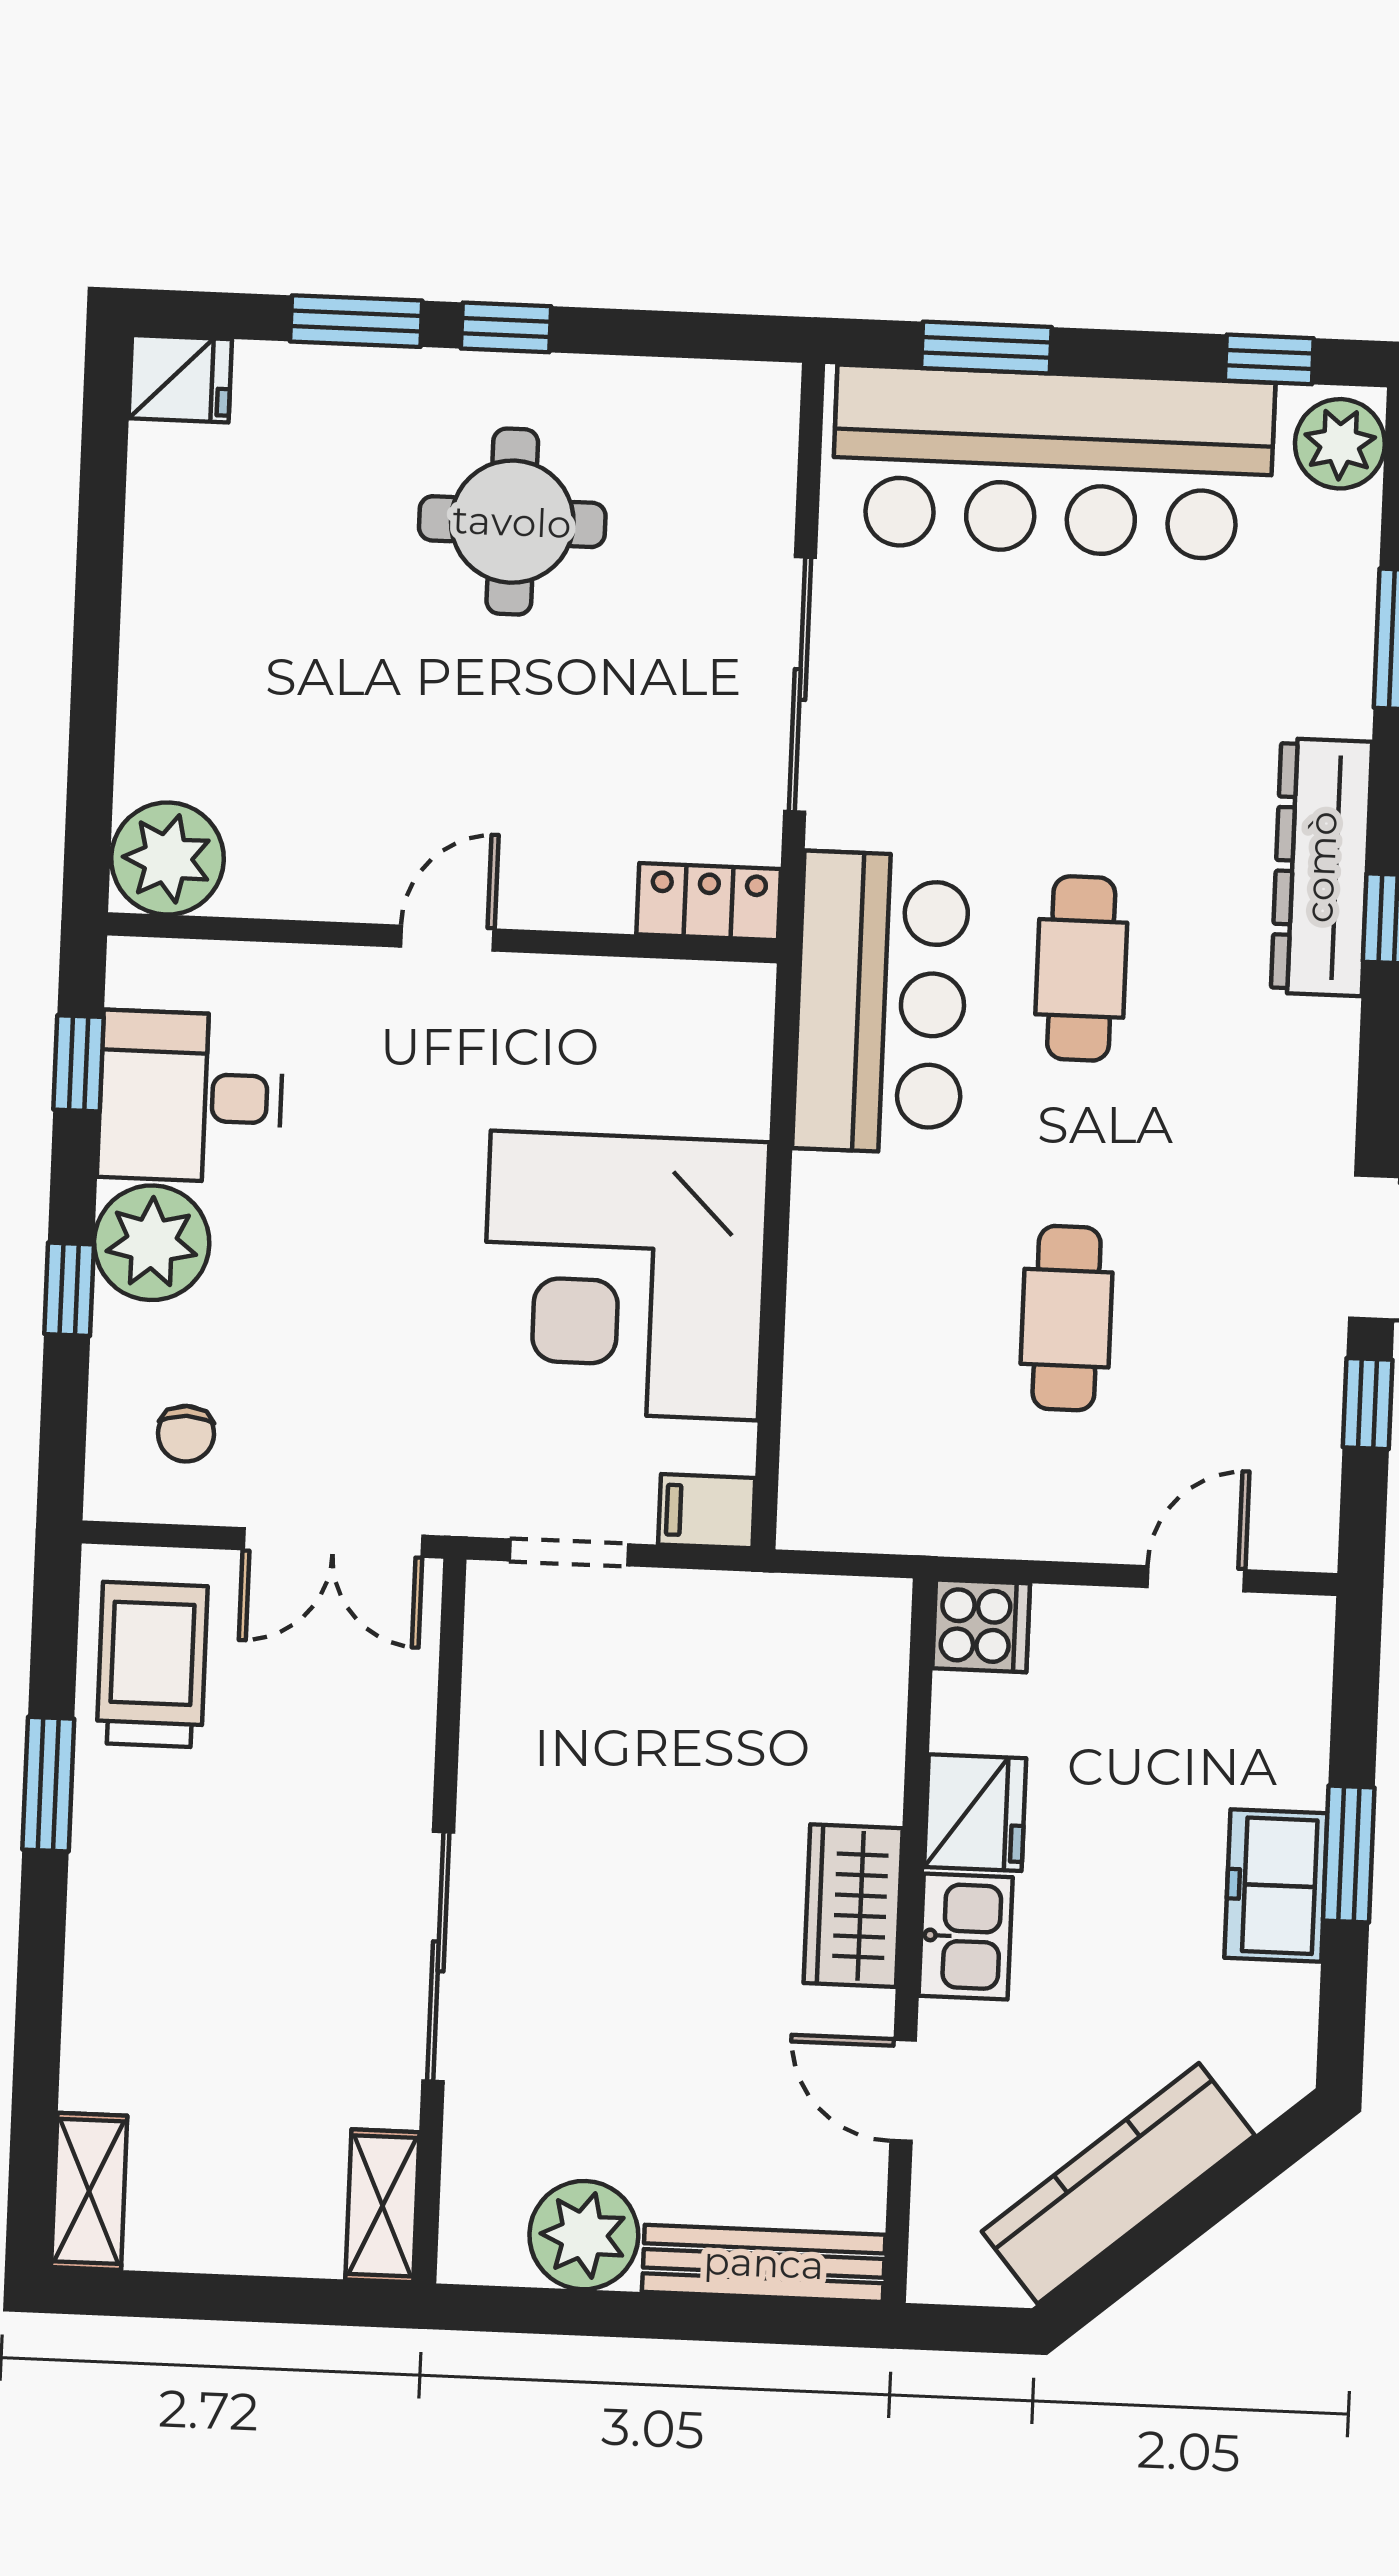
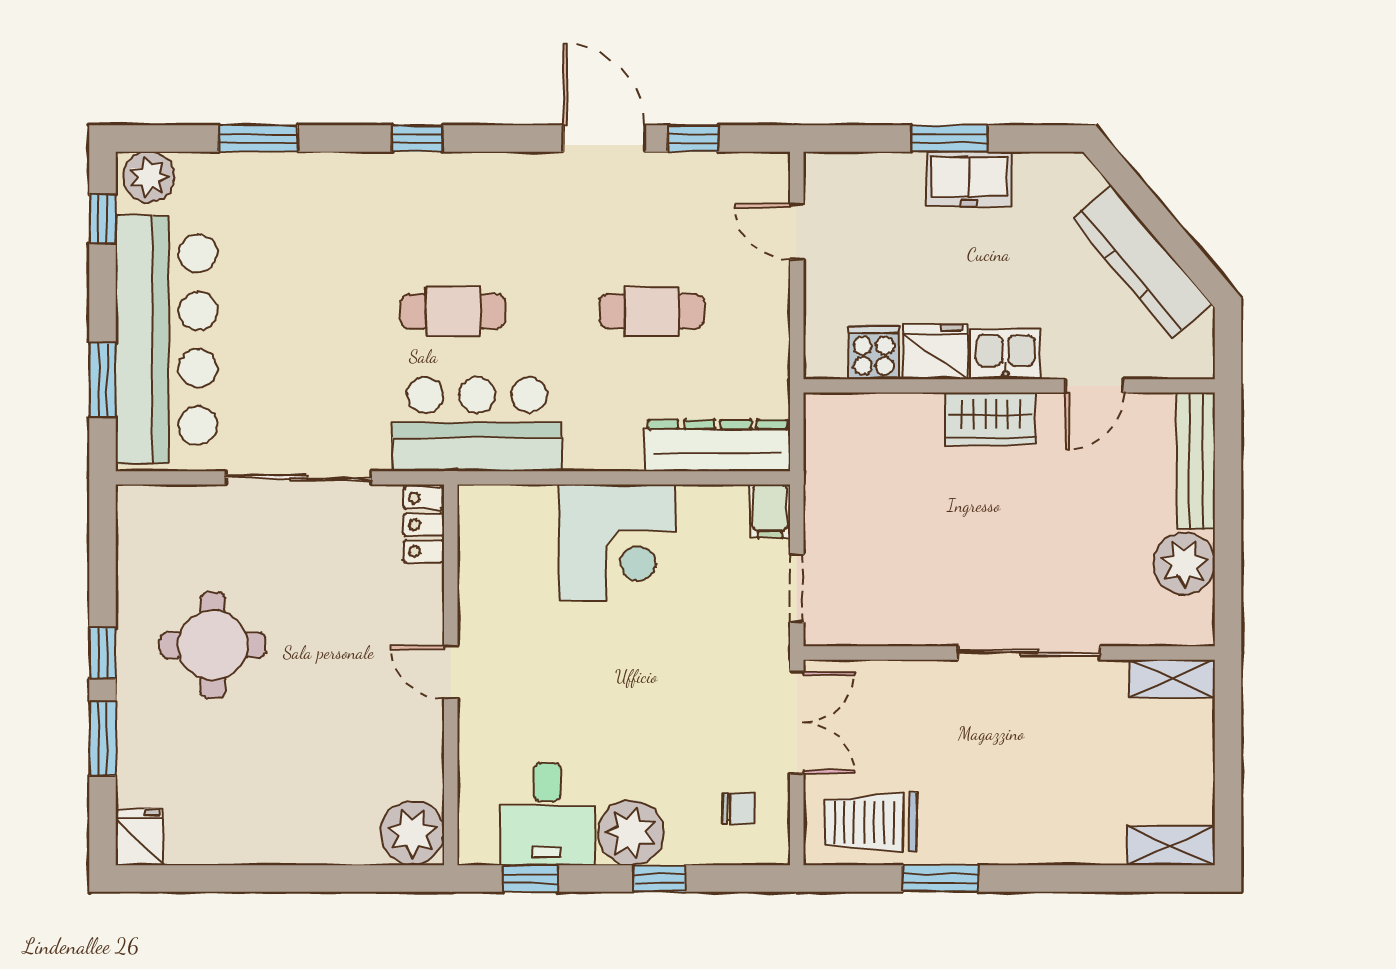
dresser: (1321, 867) -> (718, 445), moved, turned 180
corner desk: (624, 1275) -> (617, 543), width x0.74, depth x0.74
cooker: (981, 1626) -> (874, 353), moved

